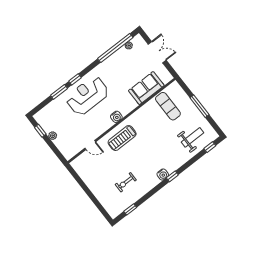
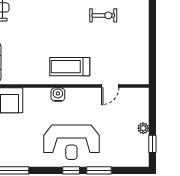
treadmill: (122, 138) -> (70, 67), turned 180
door: (90, 145) -> (110, 86), swing flipped

